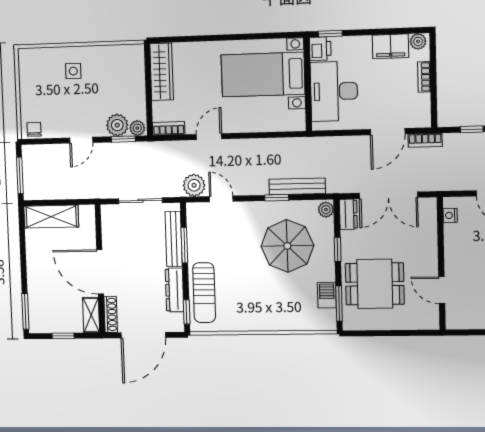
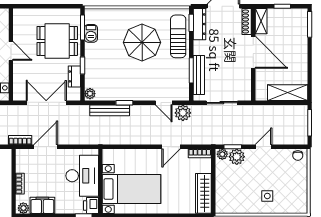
dresser: (348, 214) -> (74, 76), moved
parasol: (287, 246) -> (142, 42), moved
dresser: (175, 290) -> (199, 24), moved
door: (442, 290) -> (11, 51), moved

